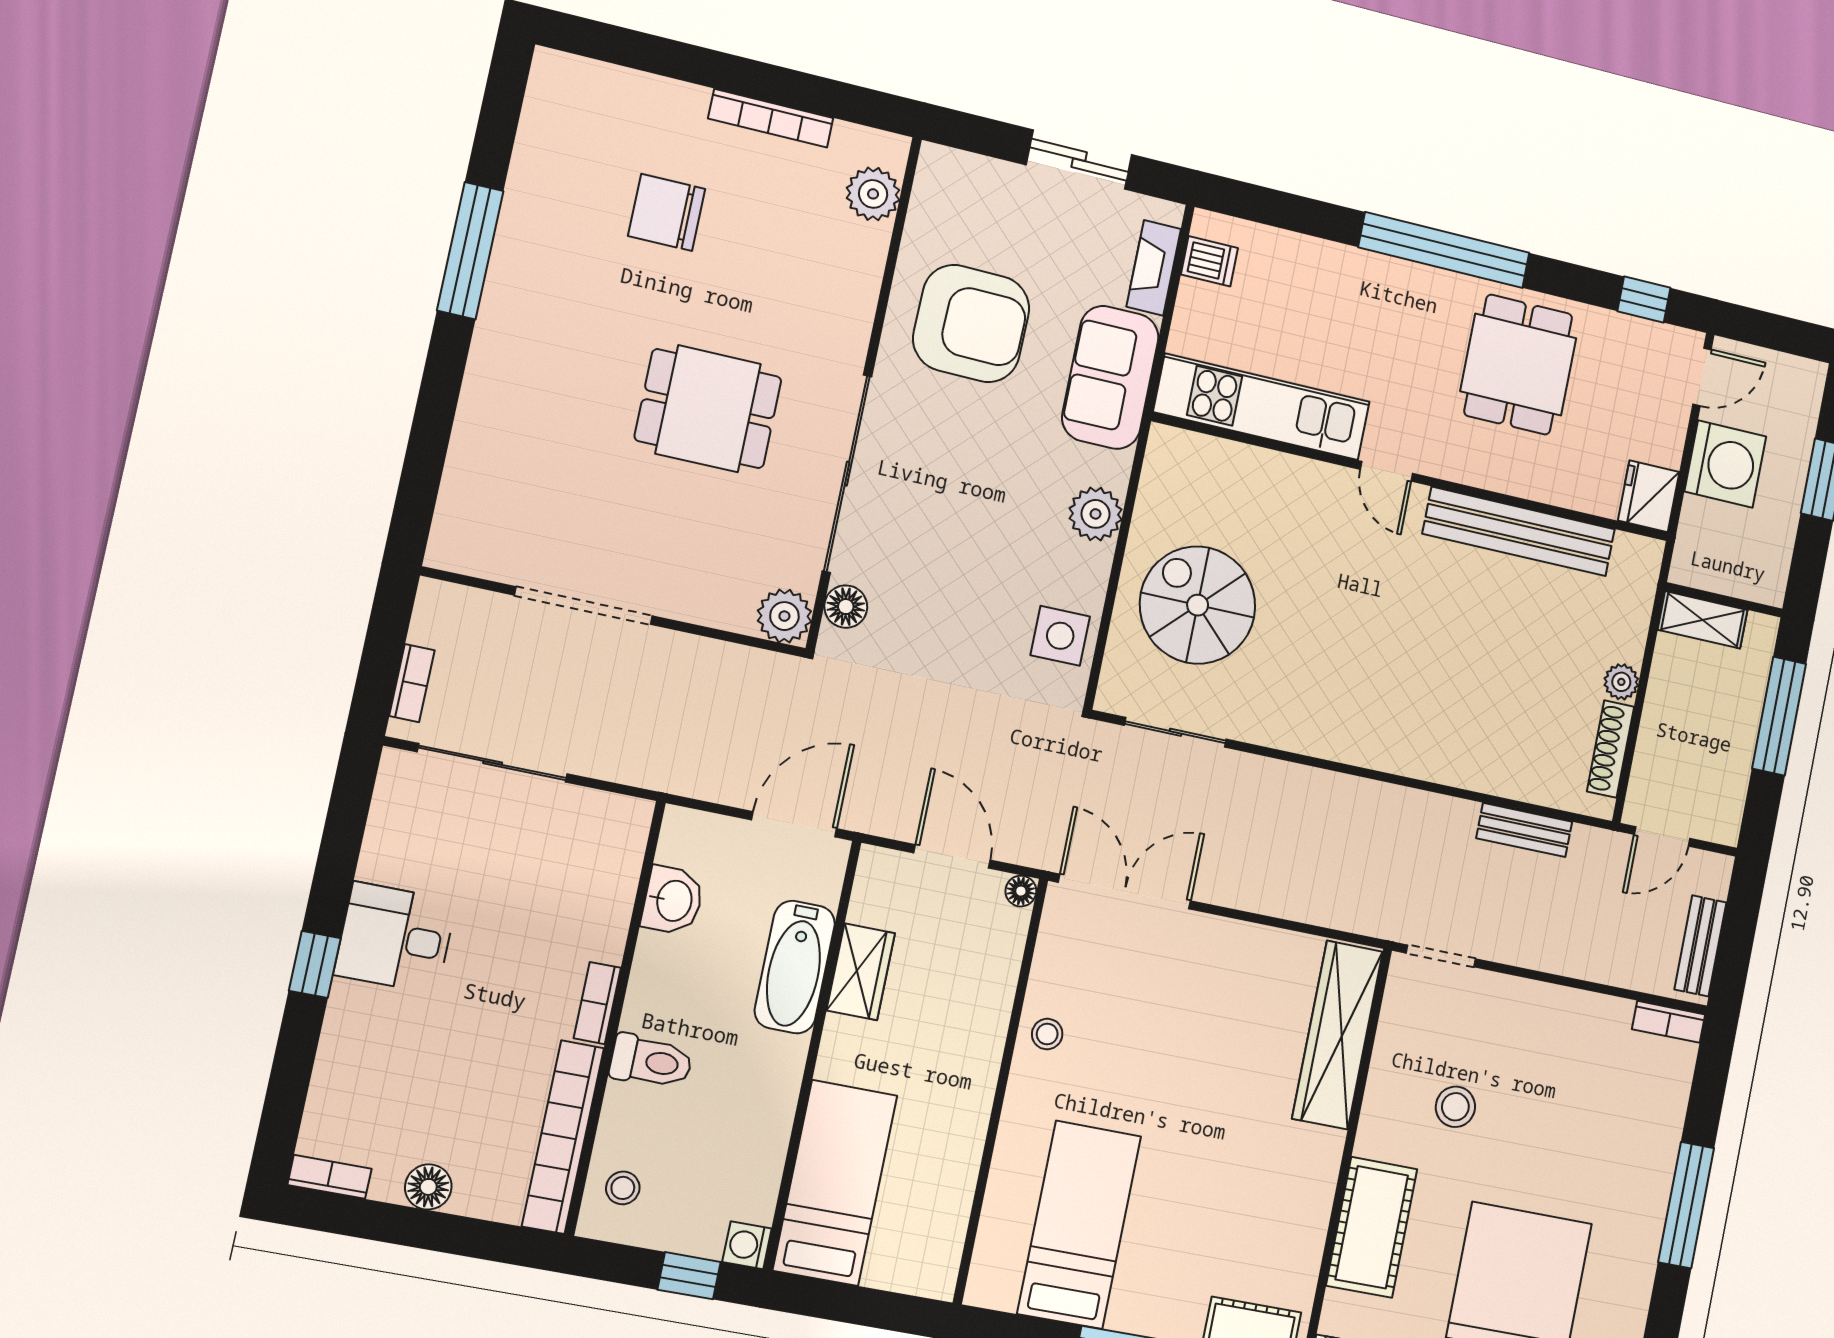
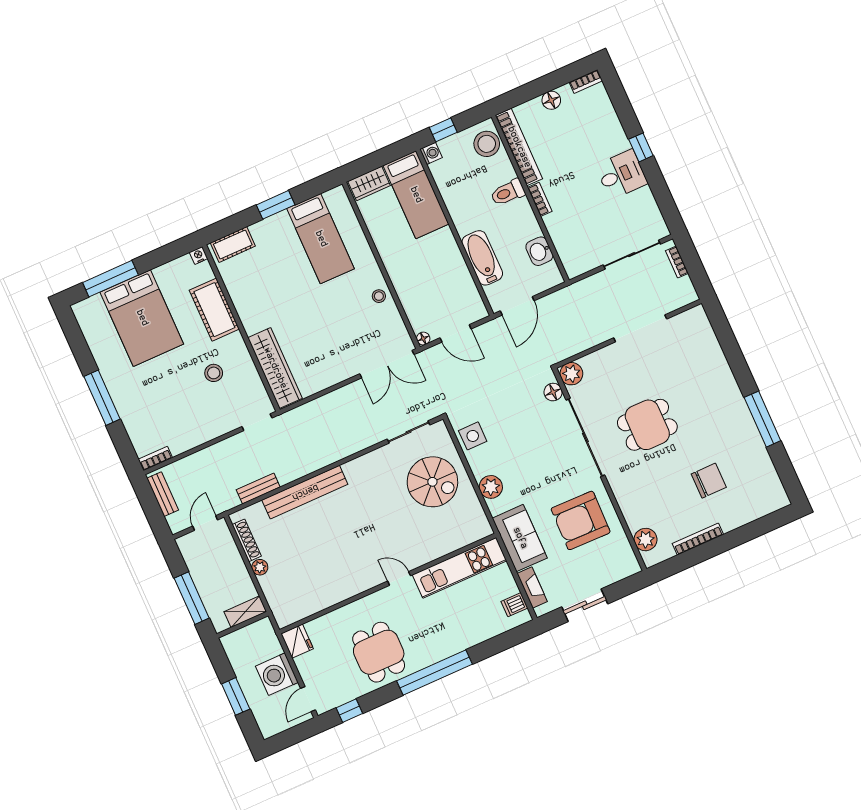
bench: (1519, 532) -> (305, 492), moved
wardrobe: (861, 972) -> (369, 183), moved, turned -90
stool: (623, 1188) -> (487, 144), width x1.89, depth x1.89

